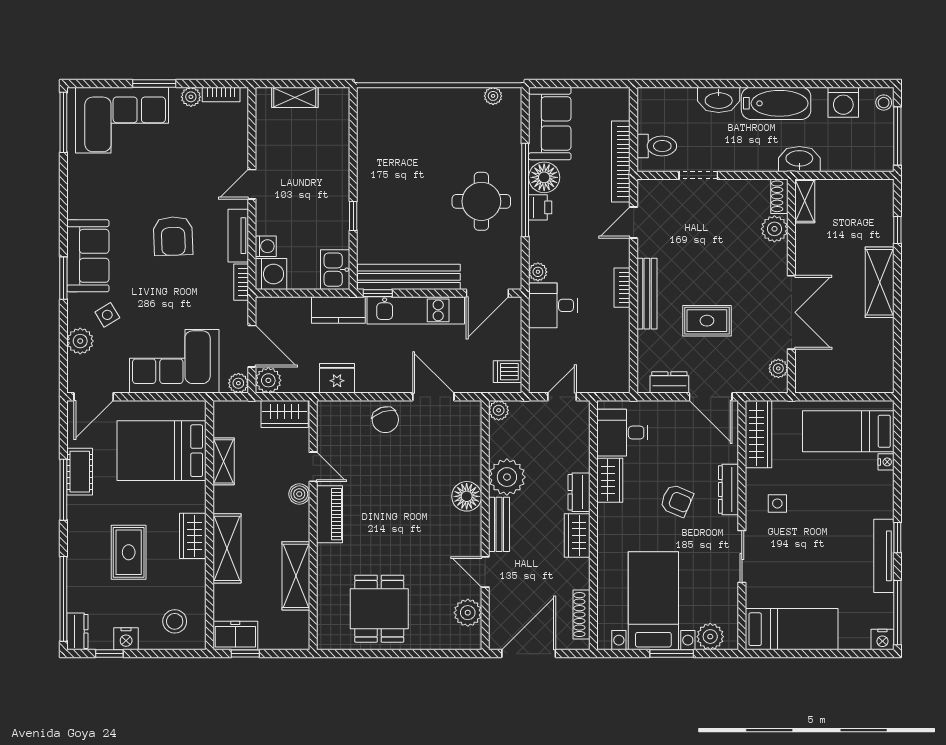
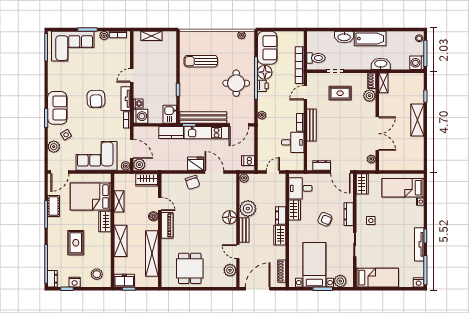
washing machine: (843, 102) -> (417, 63), moved, turned 90
sun lounger: (404, 153) -> (201, 61), added
desk: (553, 305) -> (293, 142), moved, turned 180
rug: (707, 321) -> (340, 93), moved
fridge: (337, 378) -> (196, 164), moved
wardrobe: (758, 434) -> (362, 184), width x0.67
wardrobe: (193, 536) -> (105, 221), moved
shelving: (296, 576) -> (152, 253), width x1.47

